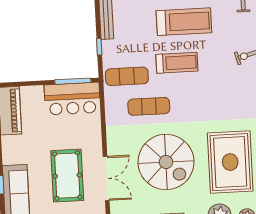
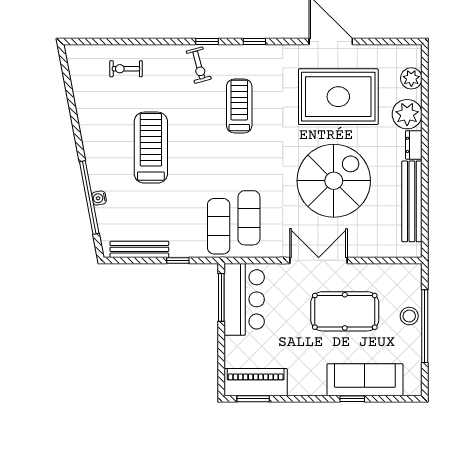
treadmill: (177, 63) -> (239, 106), moved
exercise mat: (149, 106) -> (249, 218), moved
double door: (106, 178) -> (319, 260), moved

